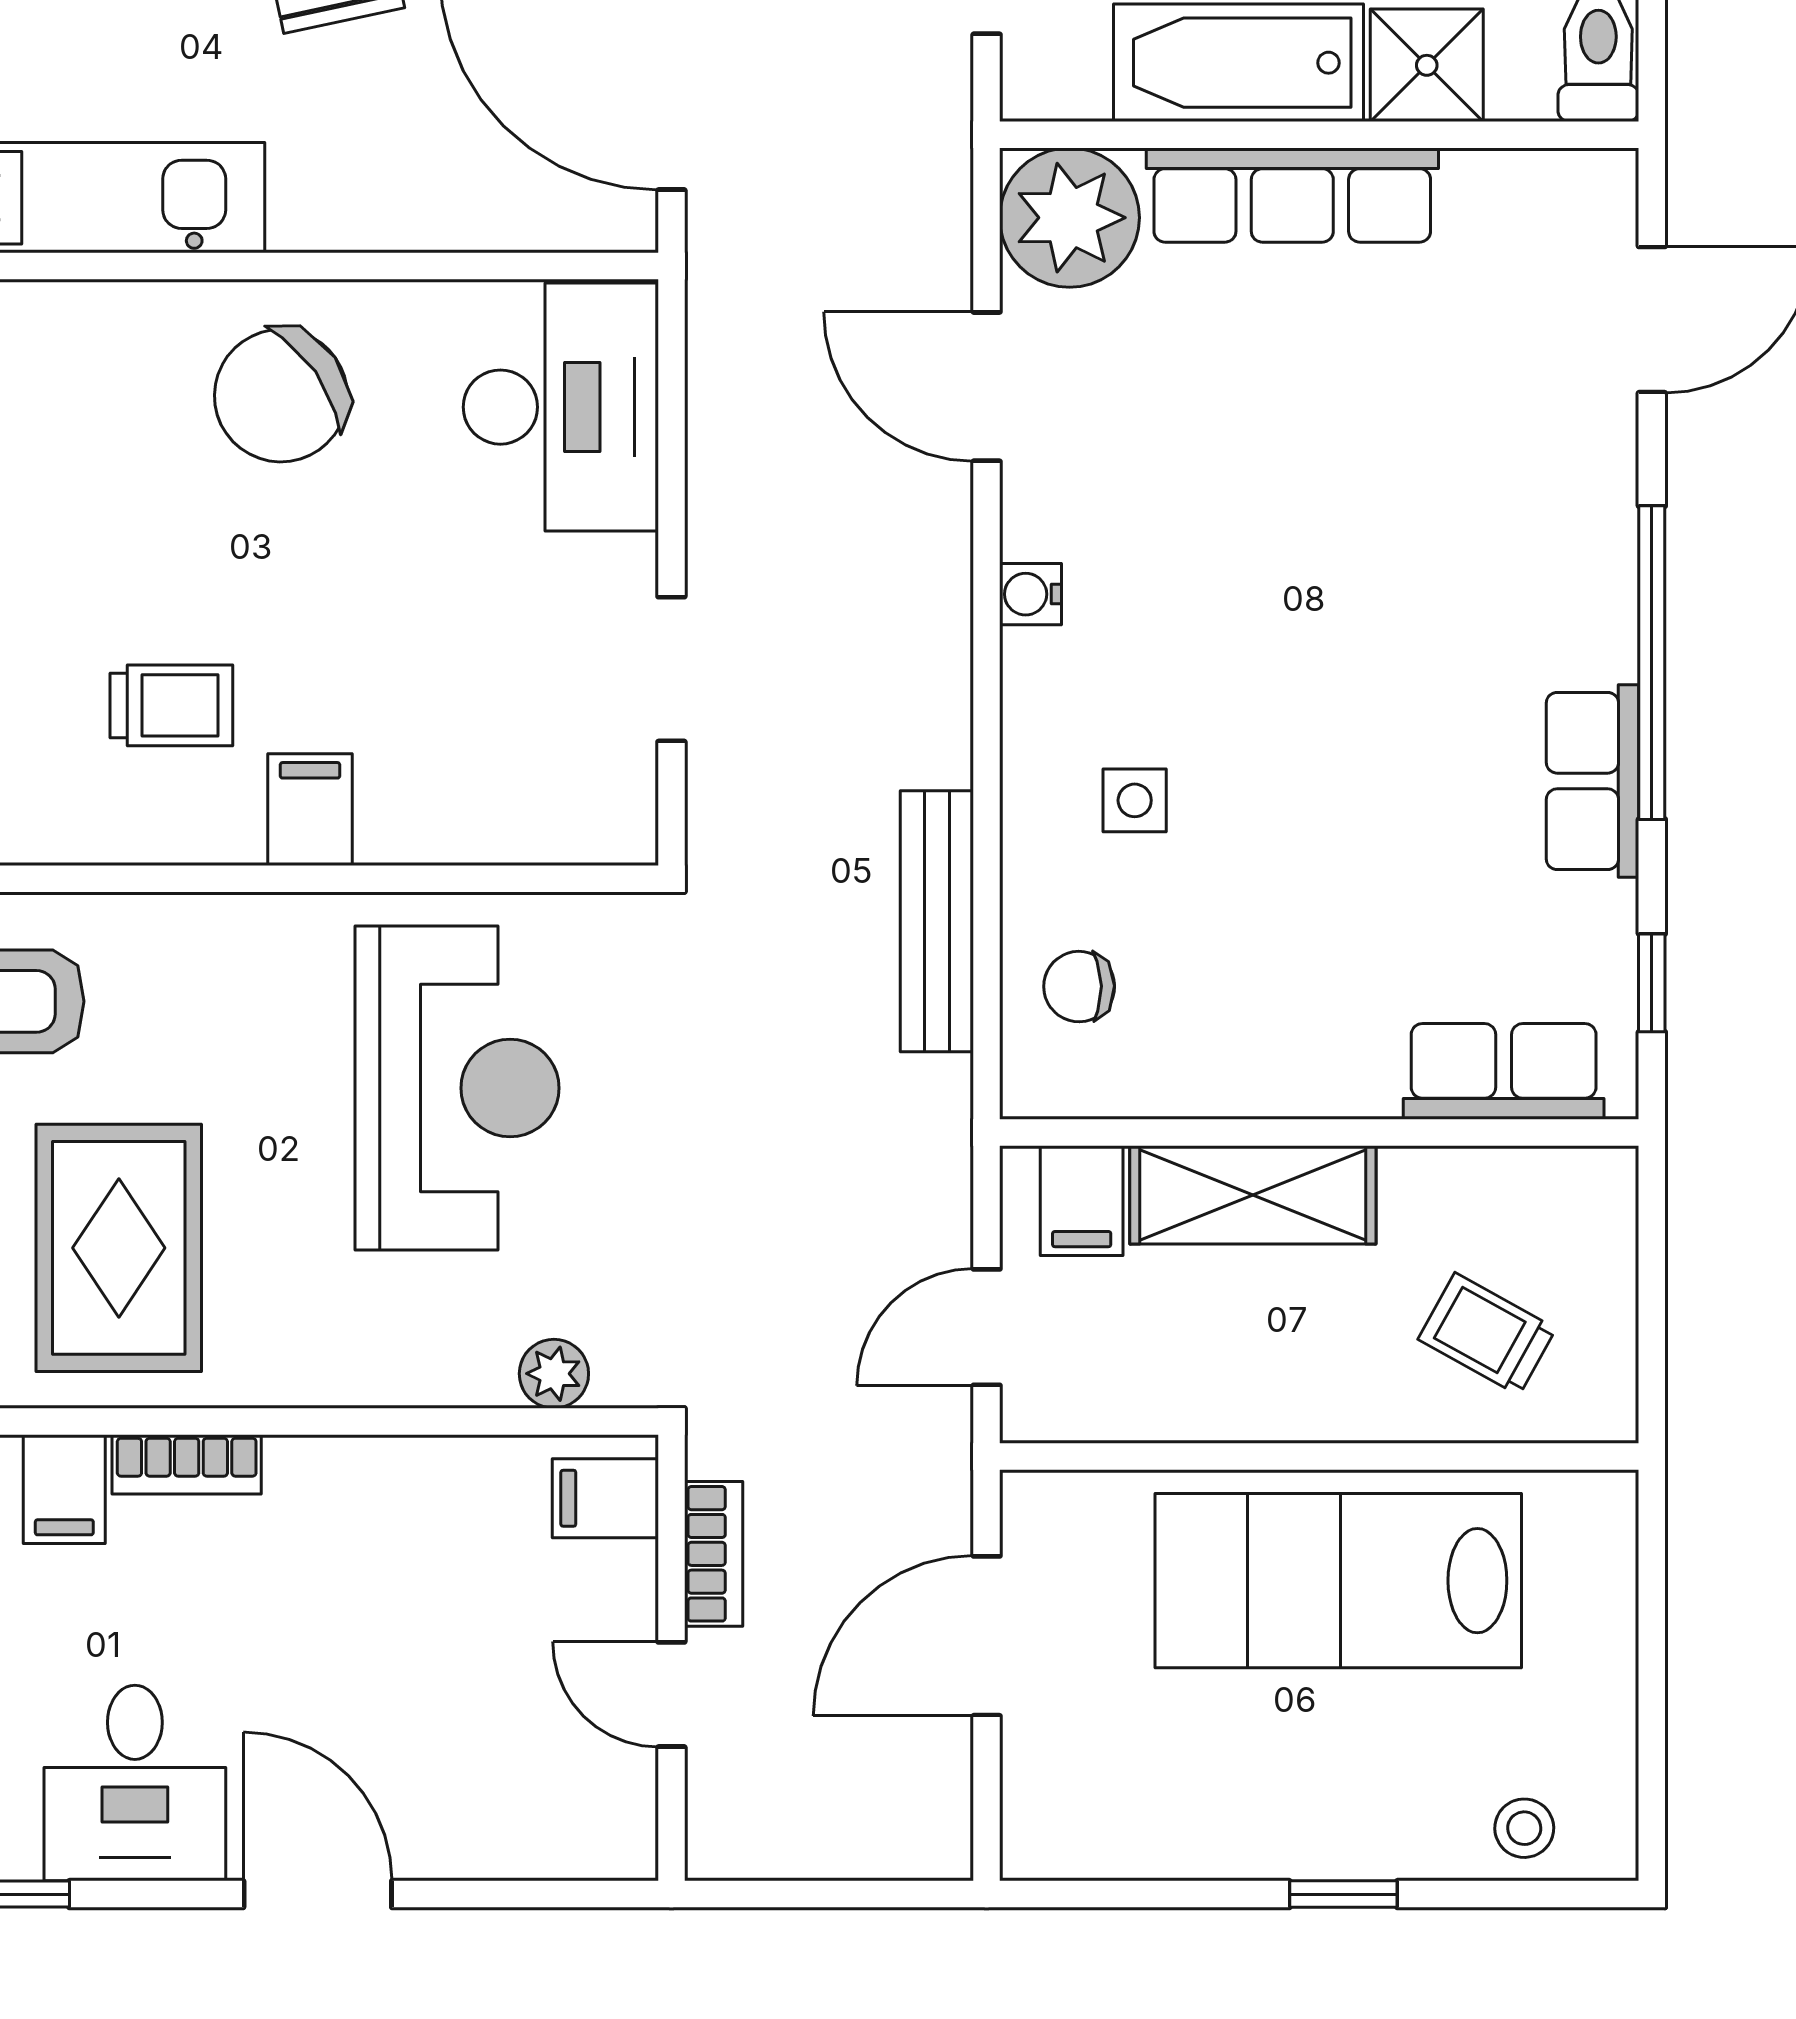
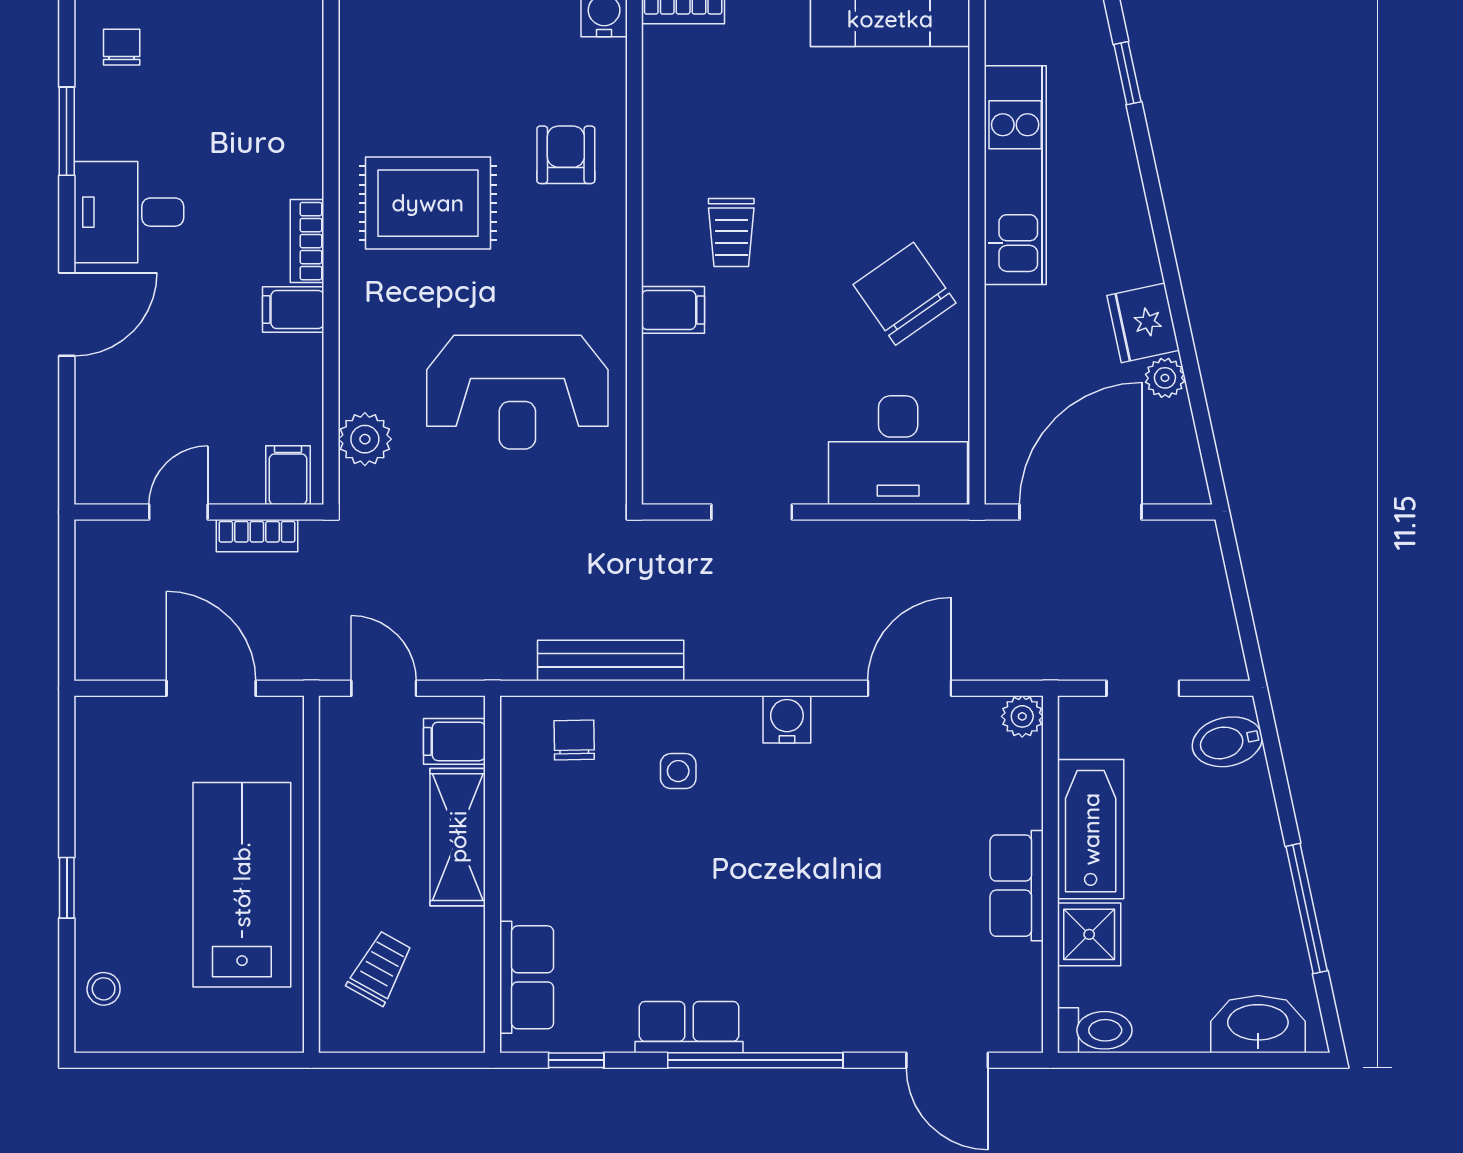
row of seats: (1292, 195) -> (1017, 886), width x0.68
plant: (1069, 218) -> (1022, 716), width x0.53, depth x0.53
water cooler: (1031, 594) -> (787, 719), width x1.38, depth x1.38
plant: (554, 1374) -> (365, 439), width x1.38, depth x1.38
filing cabinet: (64, 1489) -> (293, 310), moved

